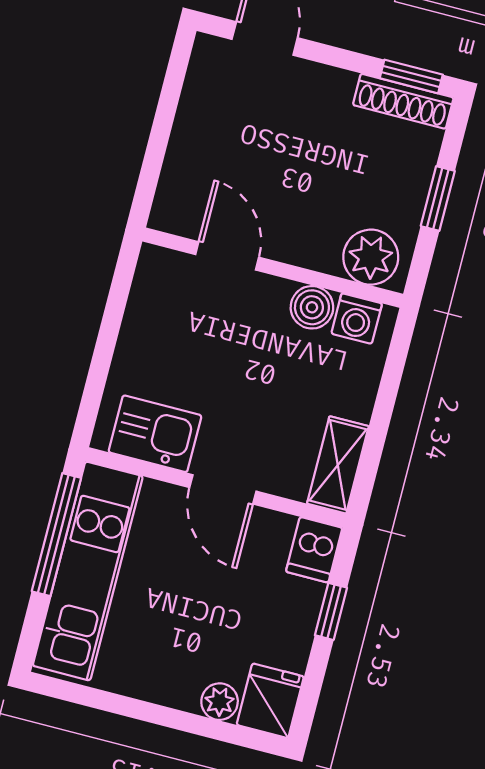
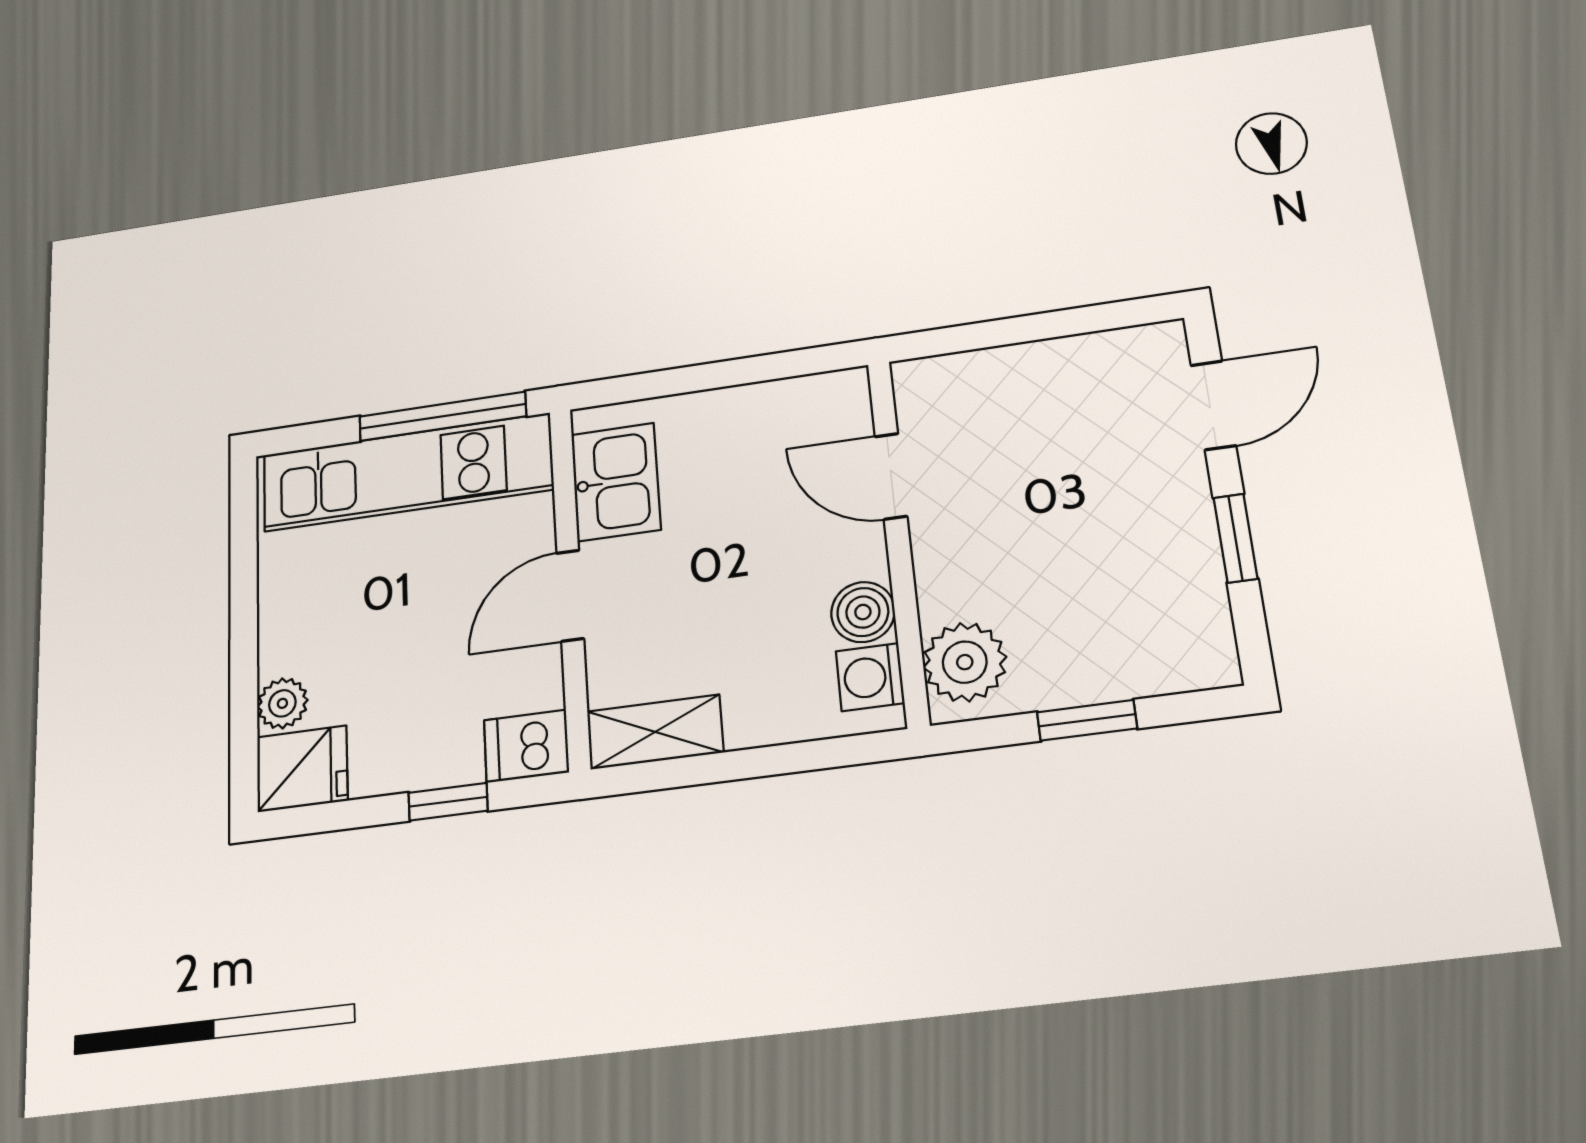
window: (411, 76) -> (1235, 538), moved
shoe rack: (403, 101) -> (1207, 619), removed
door: (227, 256) -> (891, 476), swing flipped

